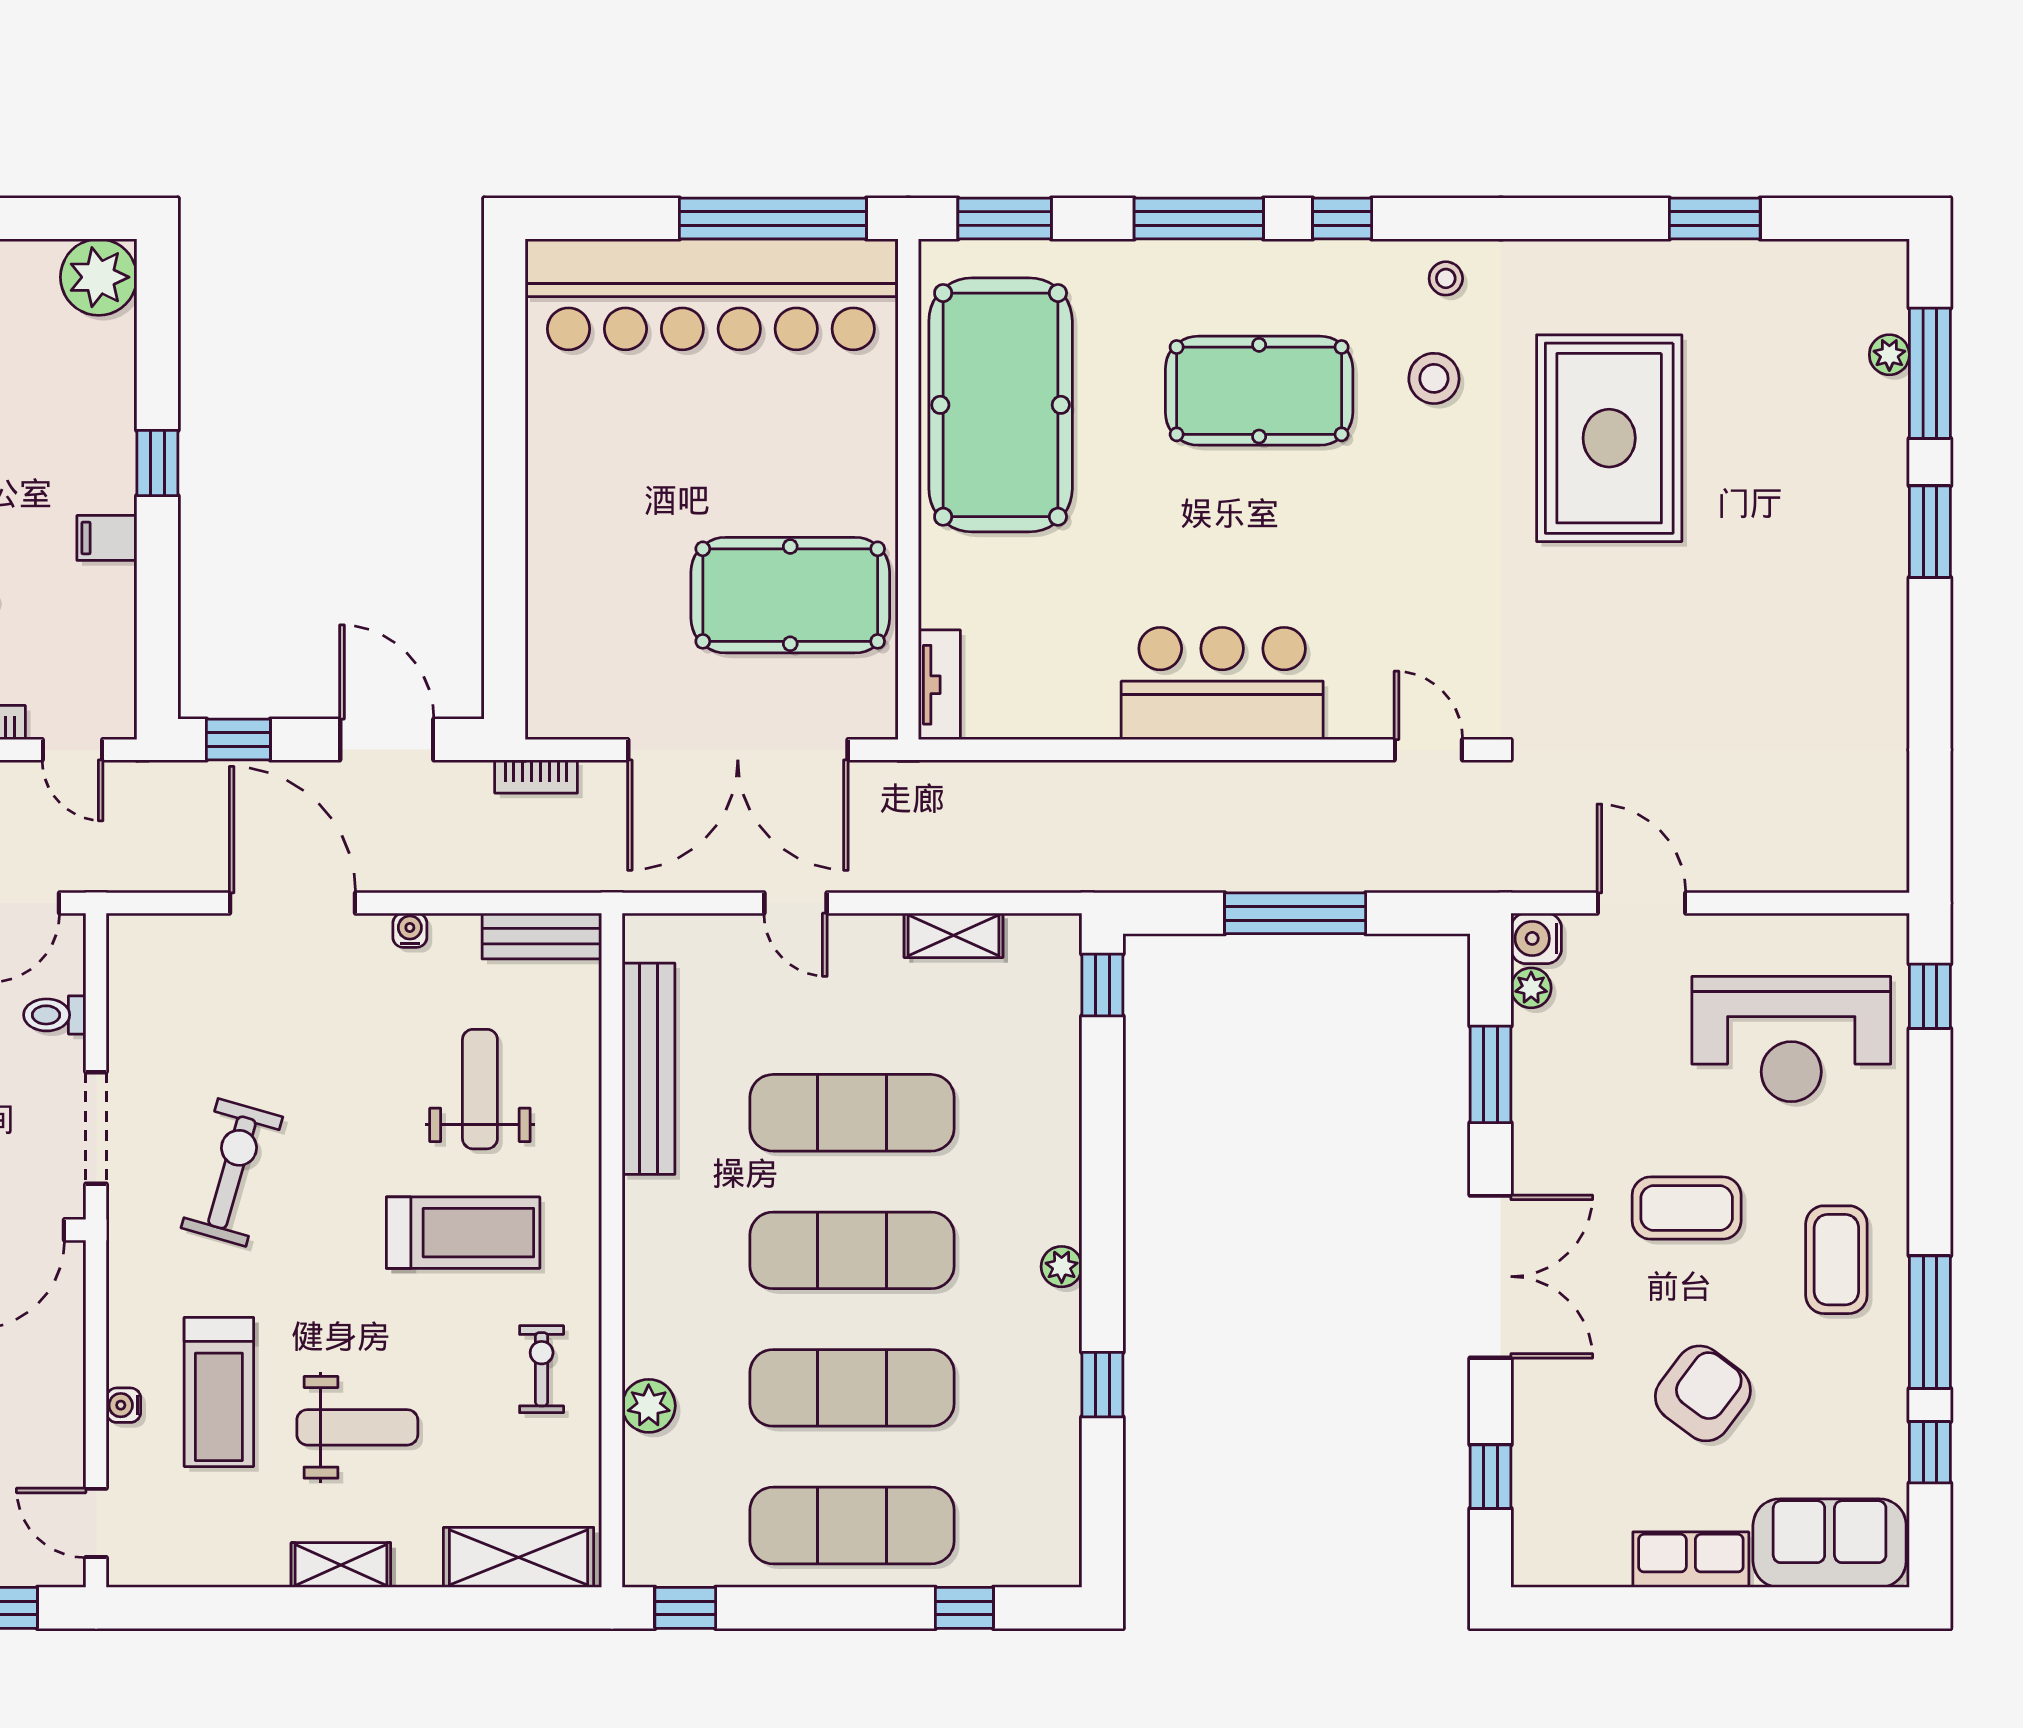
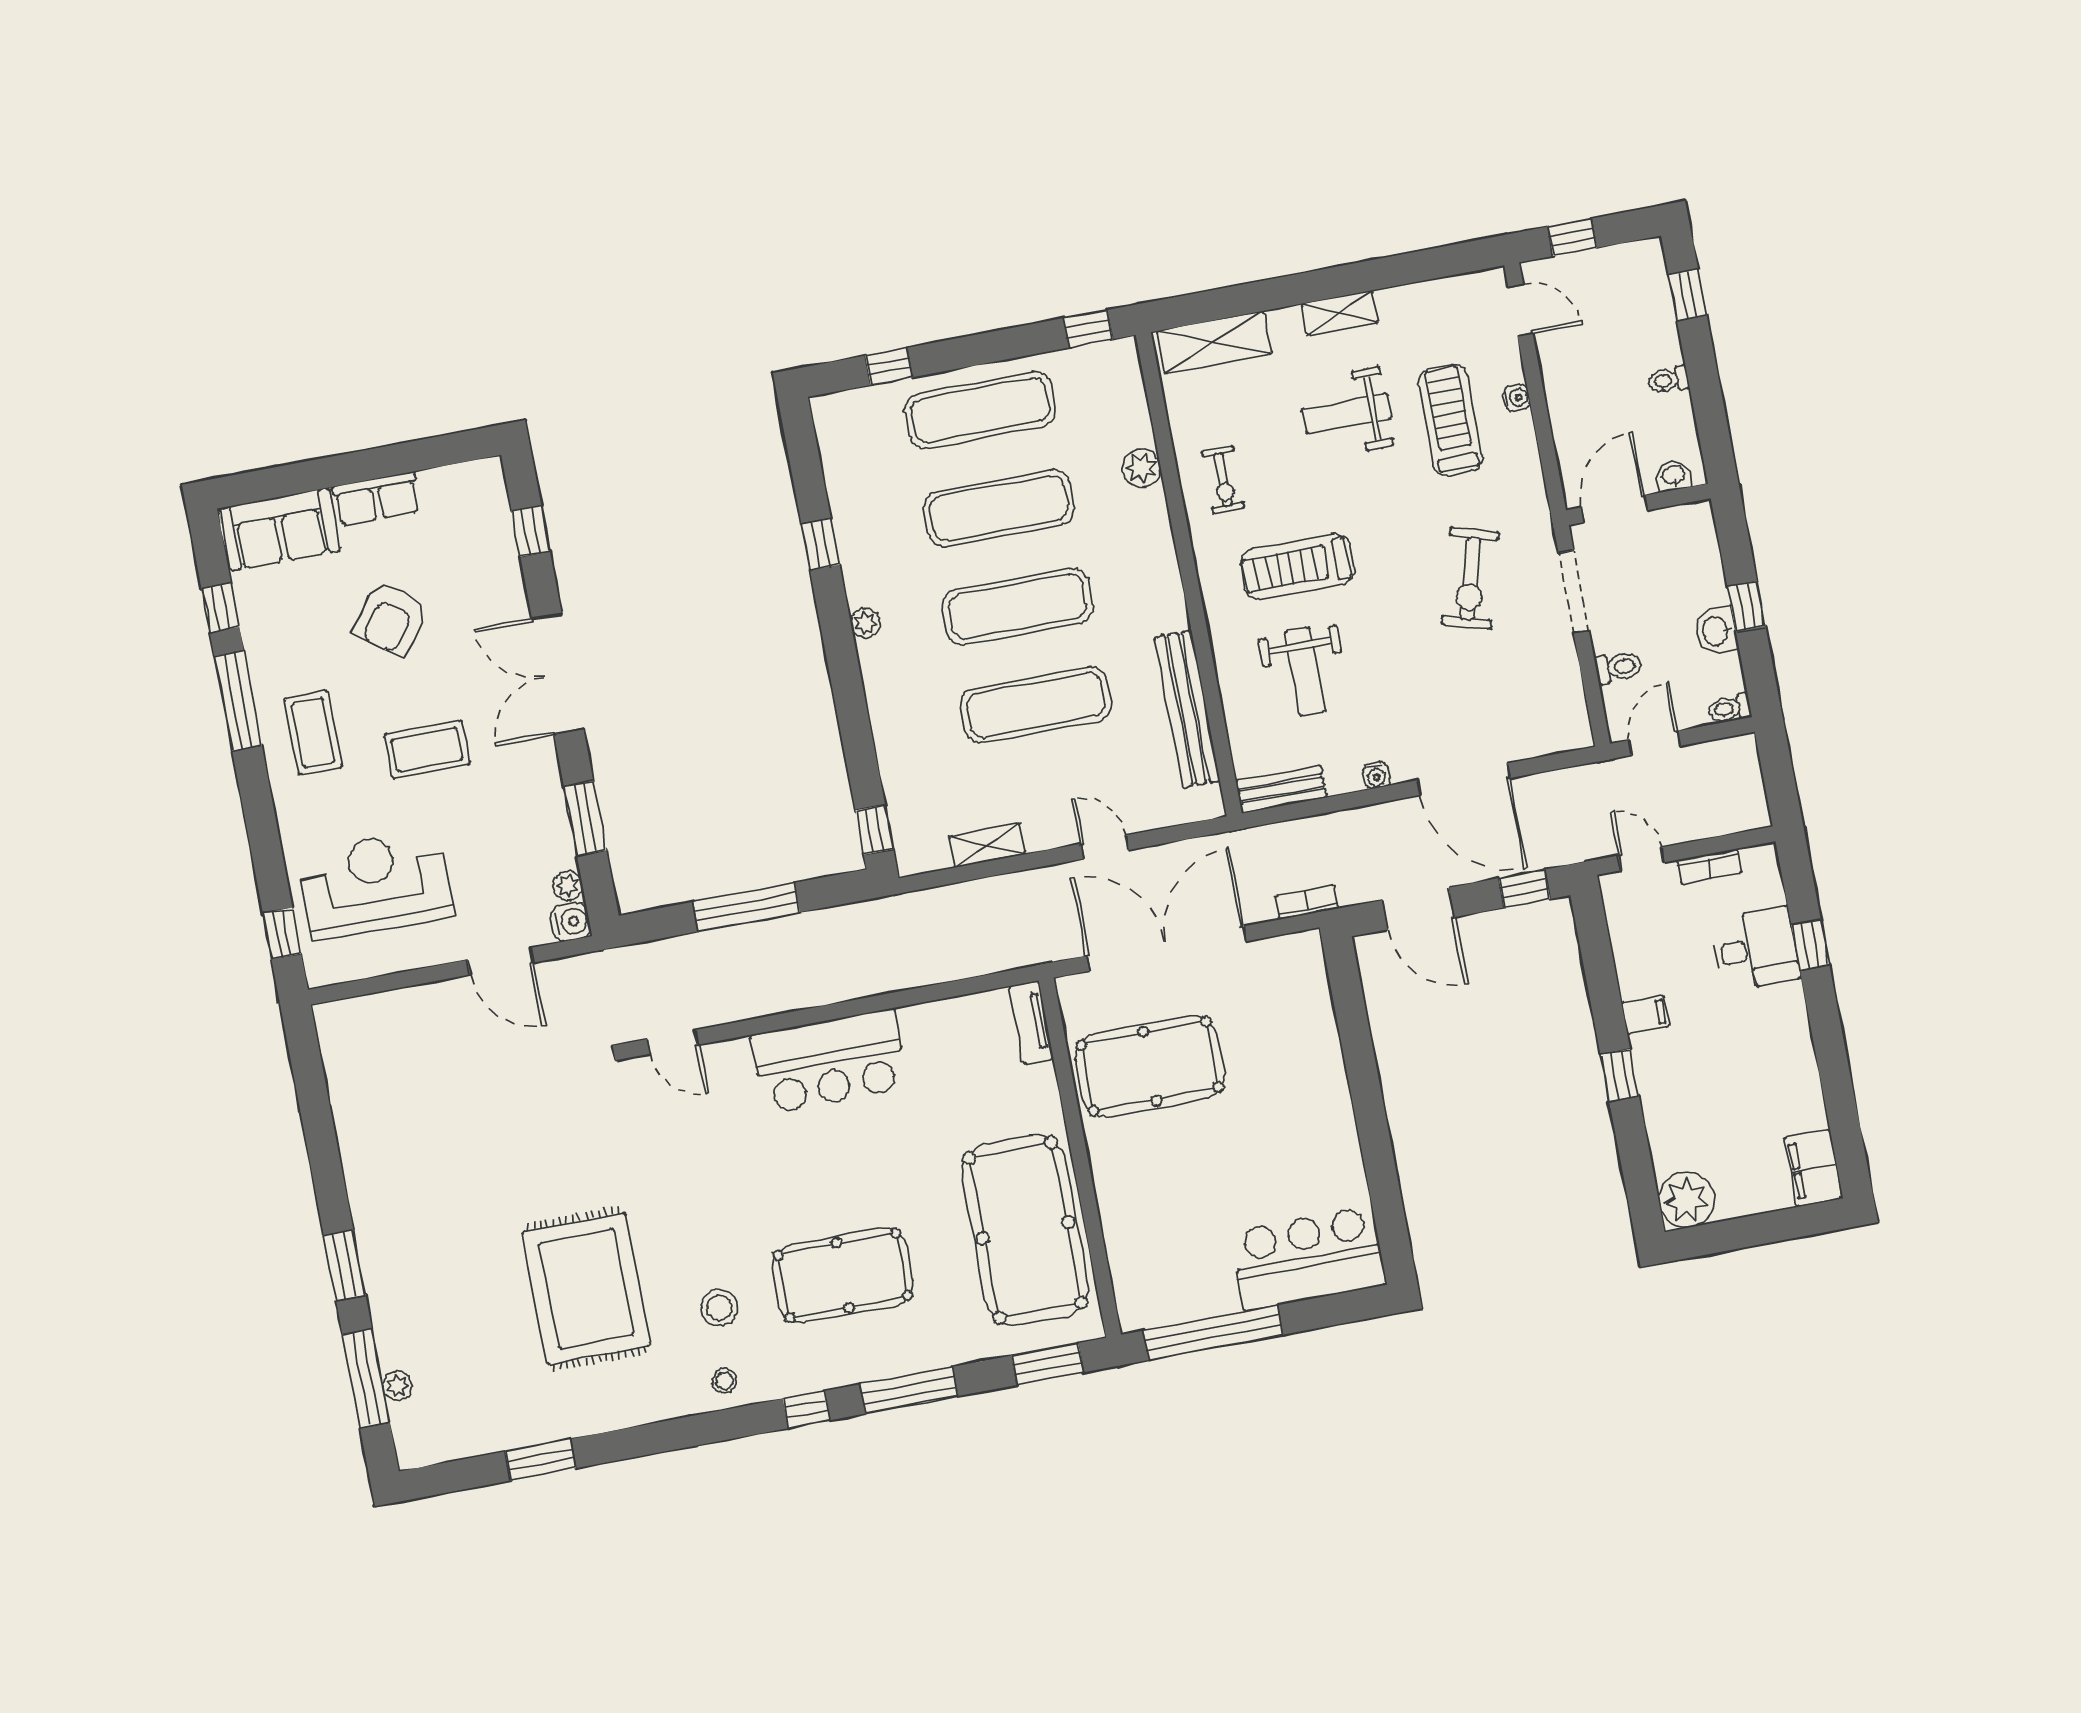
bar counter: (711, 294) -> (1308, 1258), width x0.54

